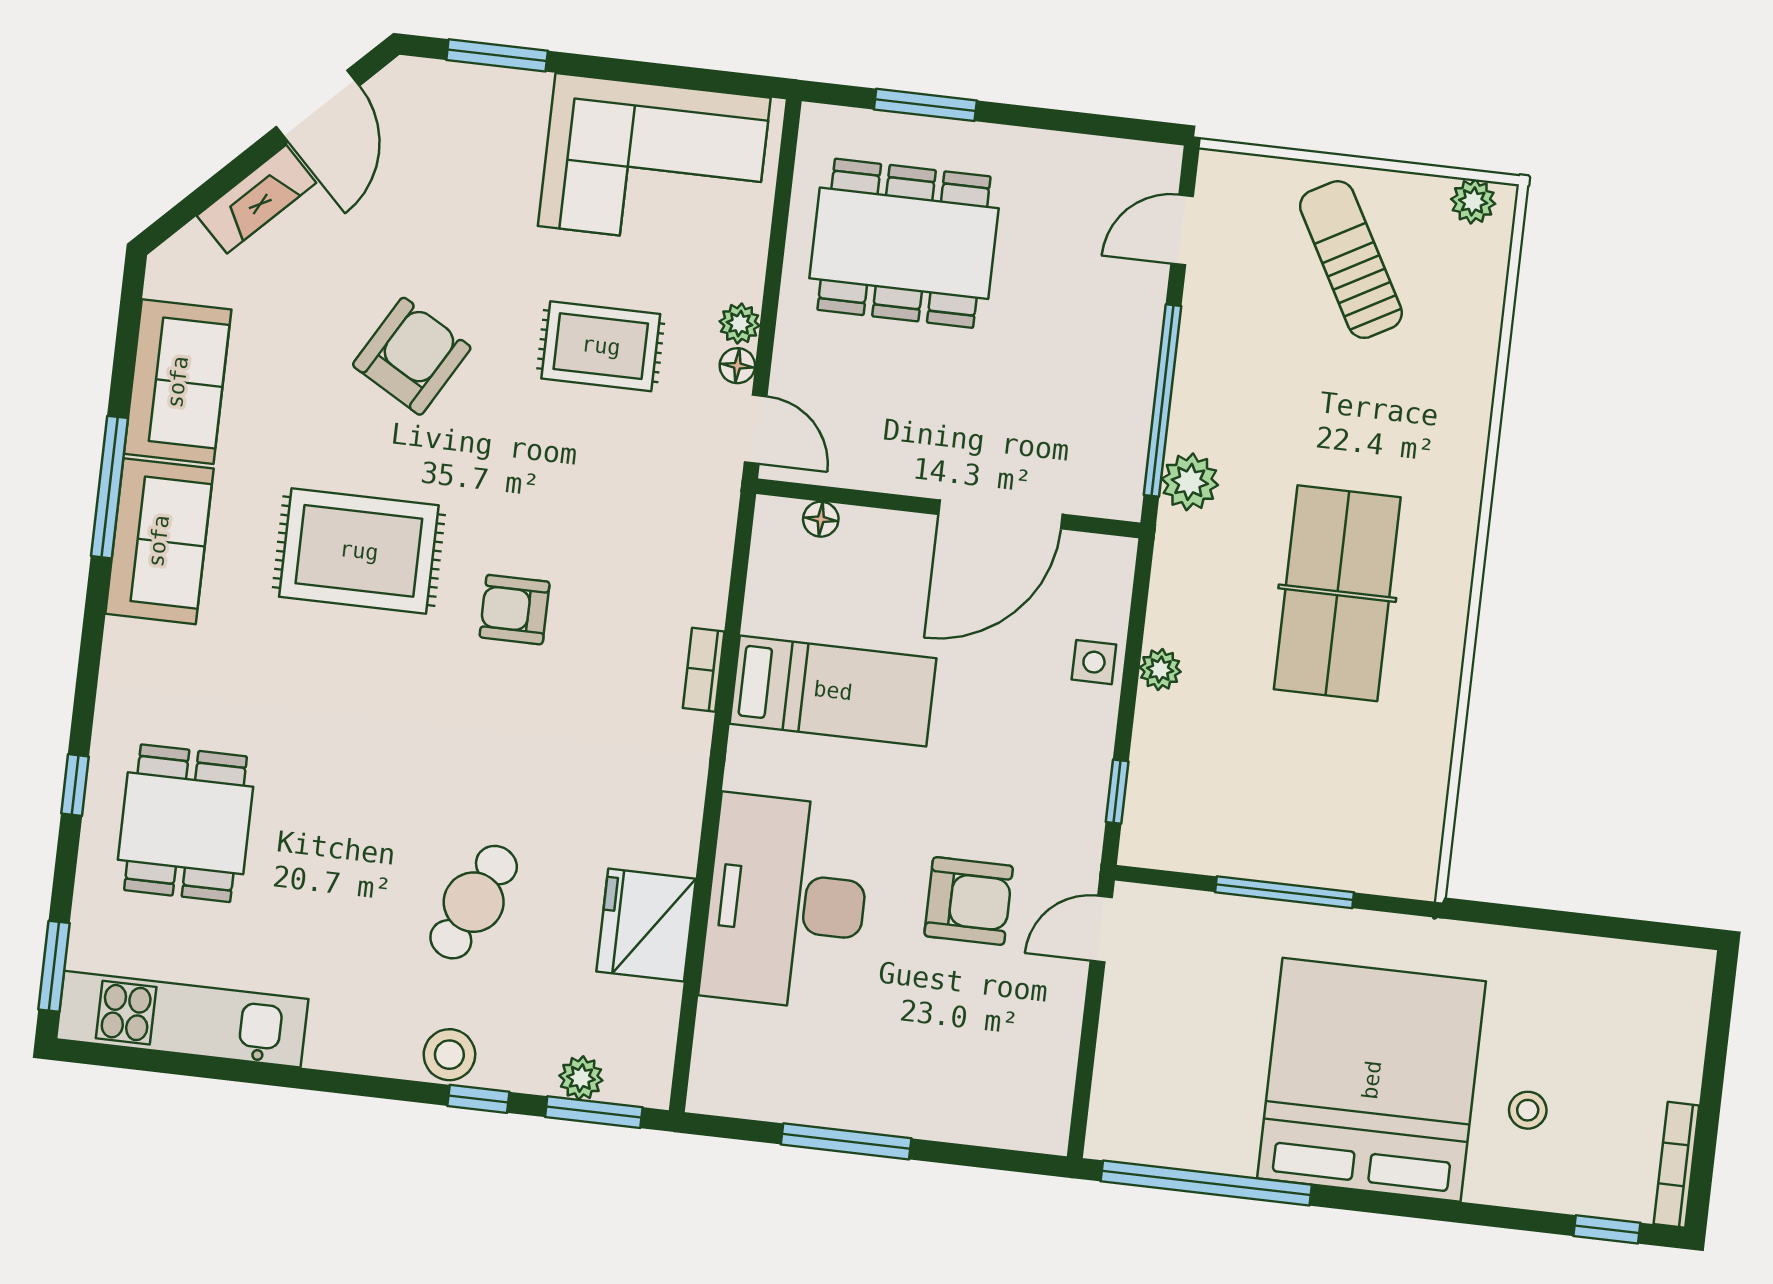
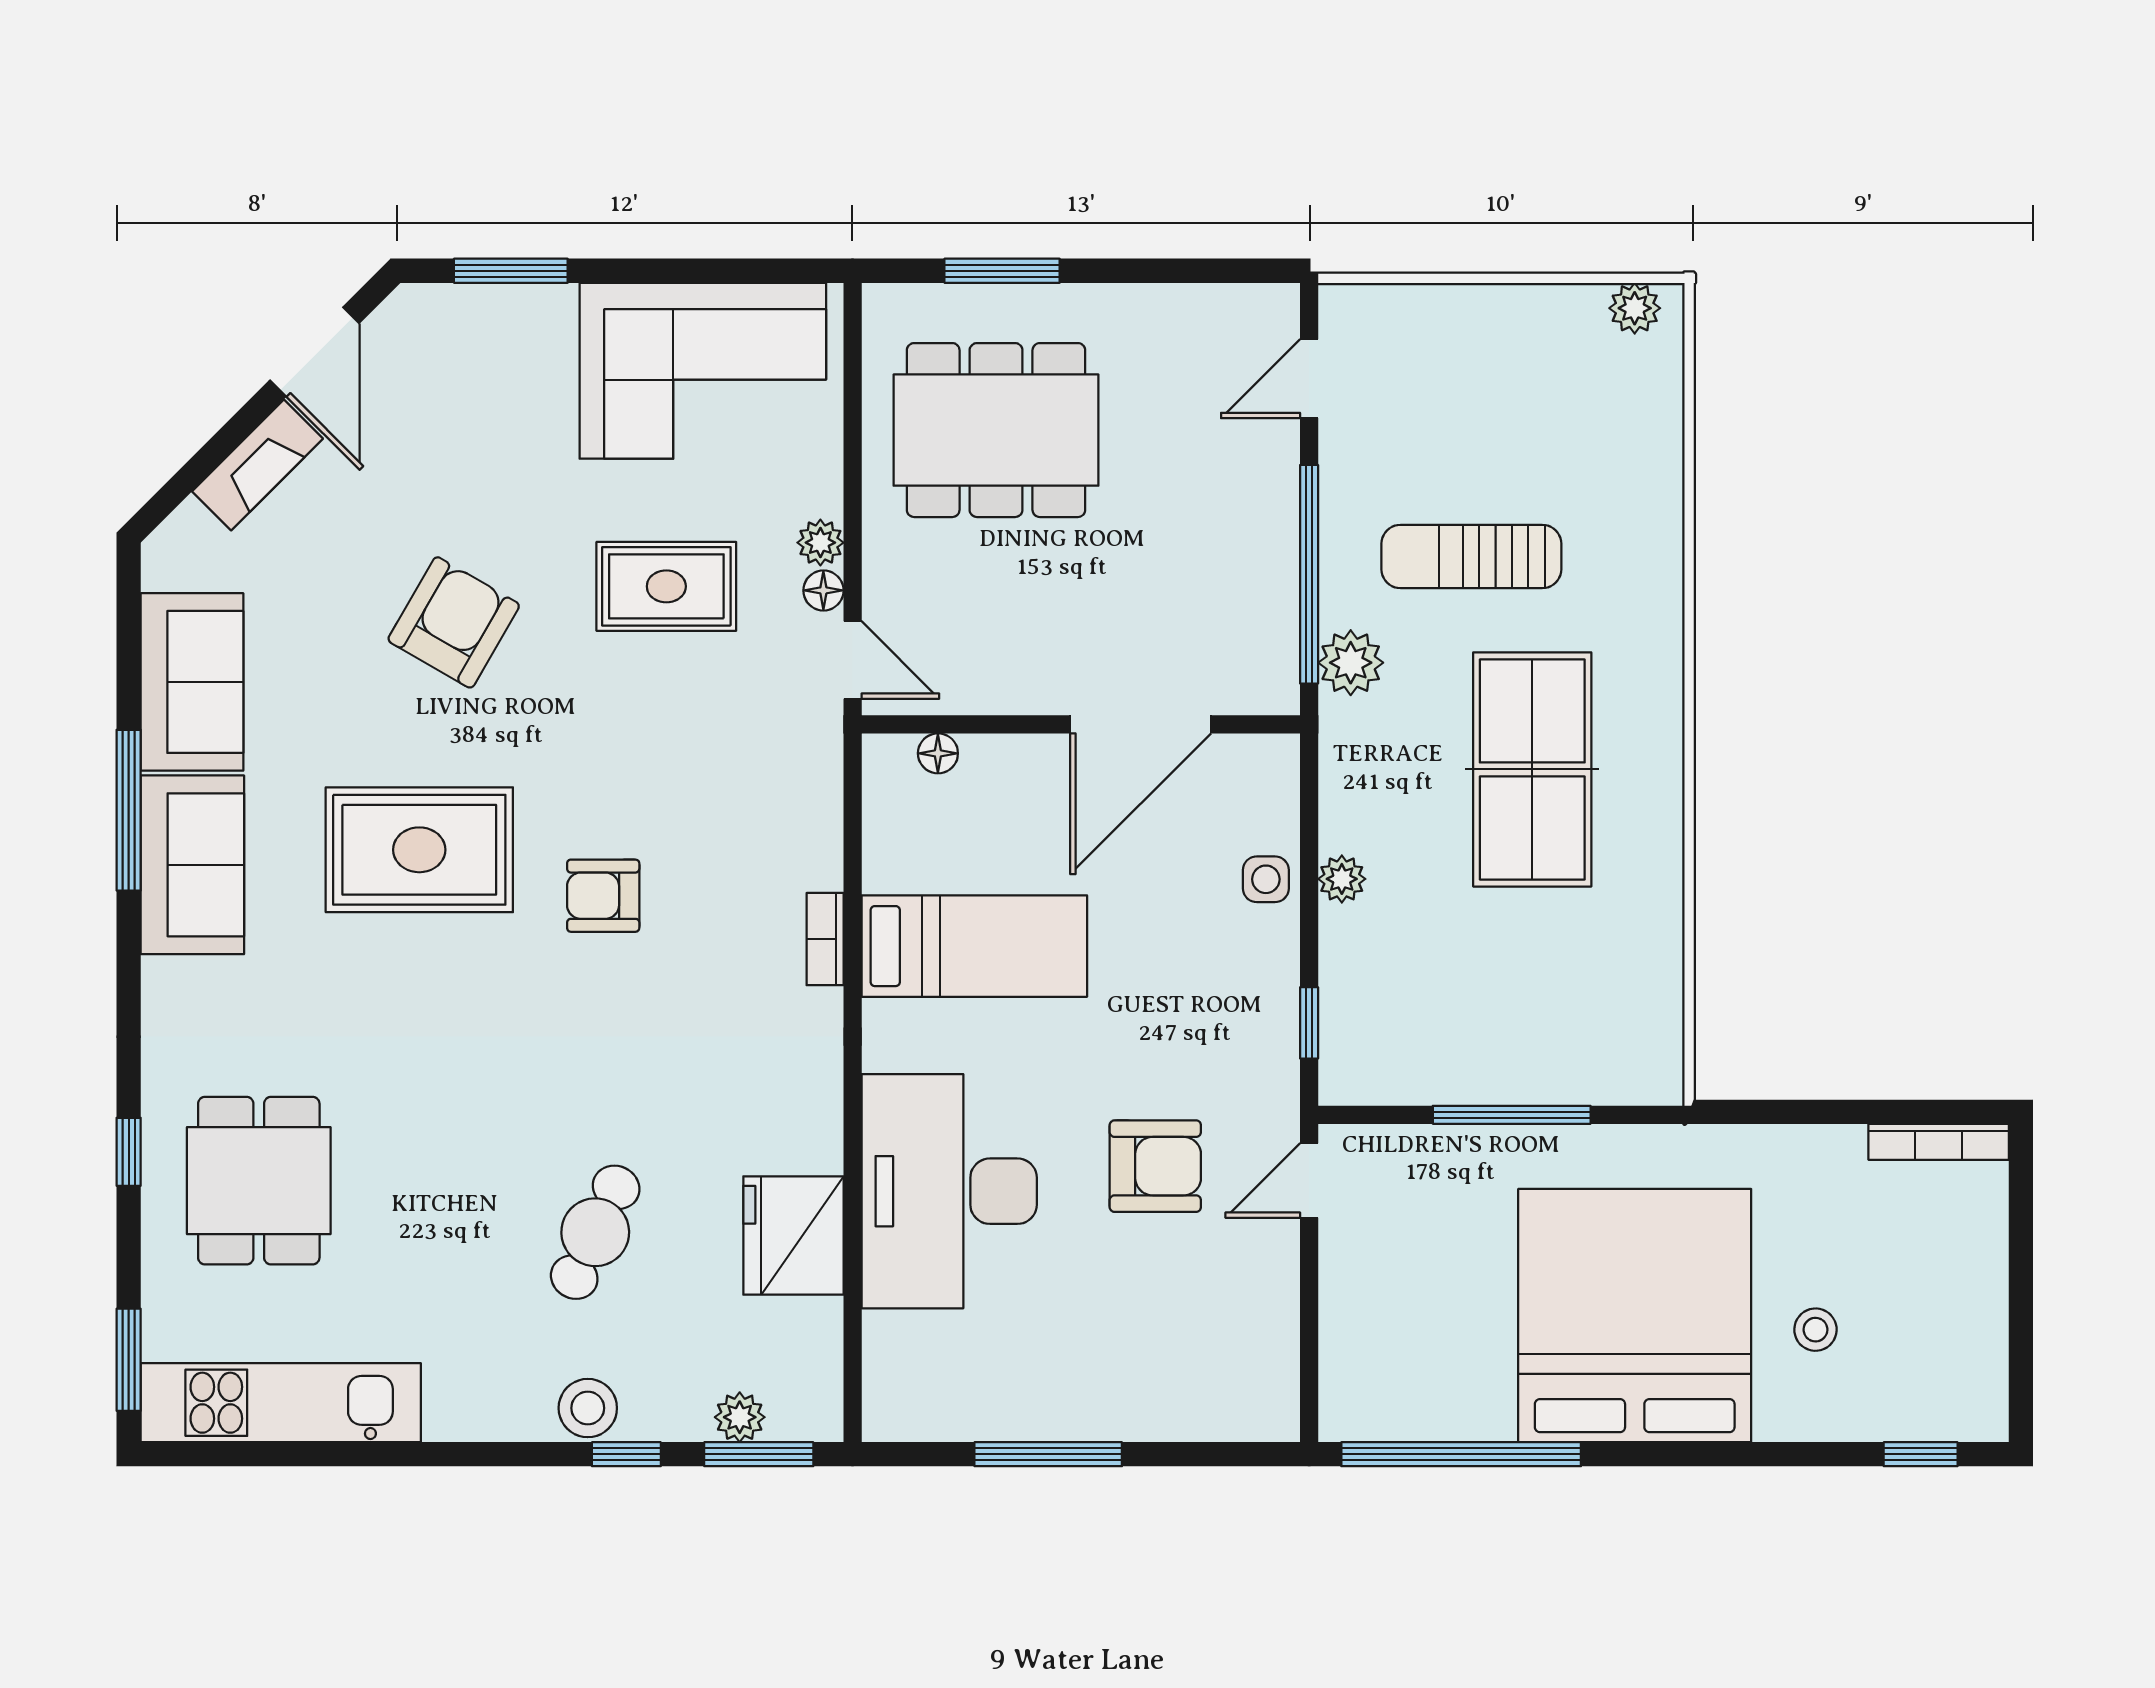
sun lounger: (1351, 260) -> (1471, 557), moved, turned -61
bookcase: (1676, 1165) -> (1939, 1142), moved, turned -90

